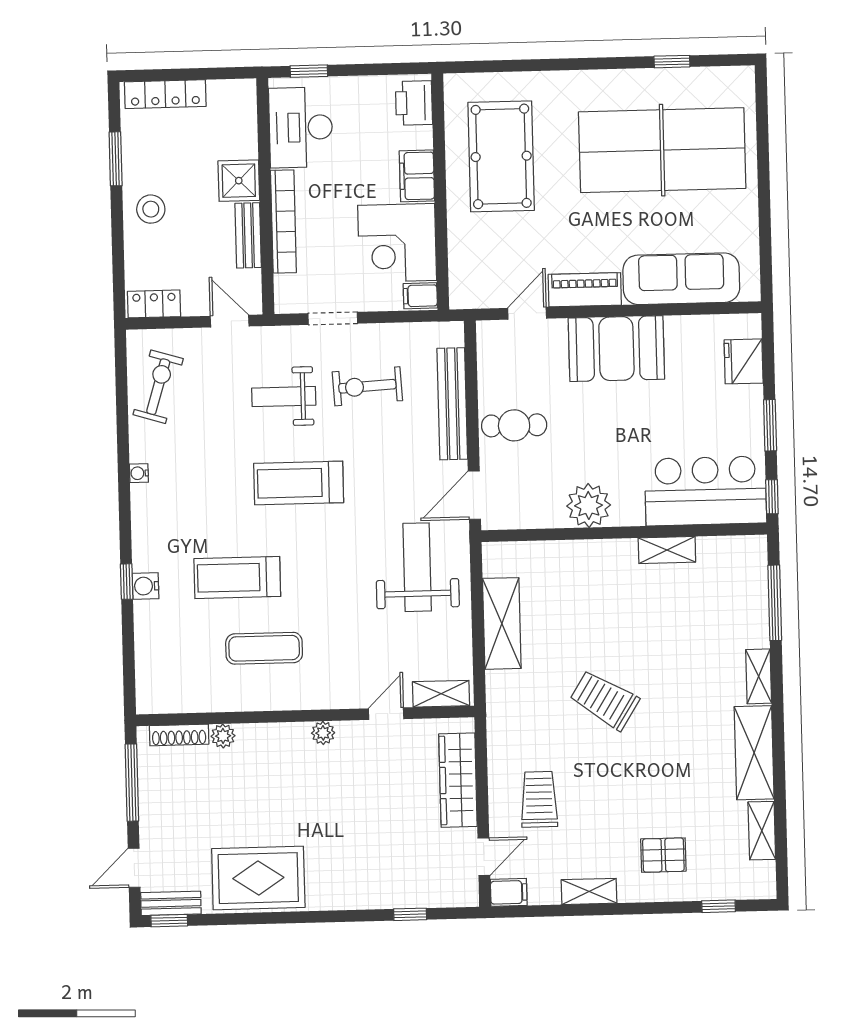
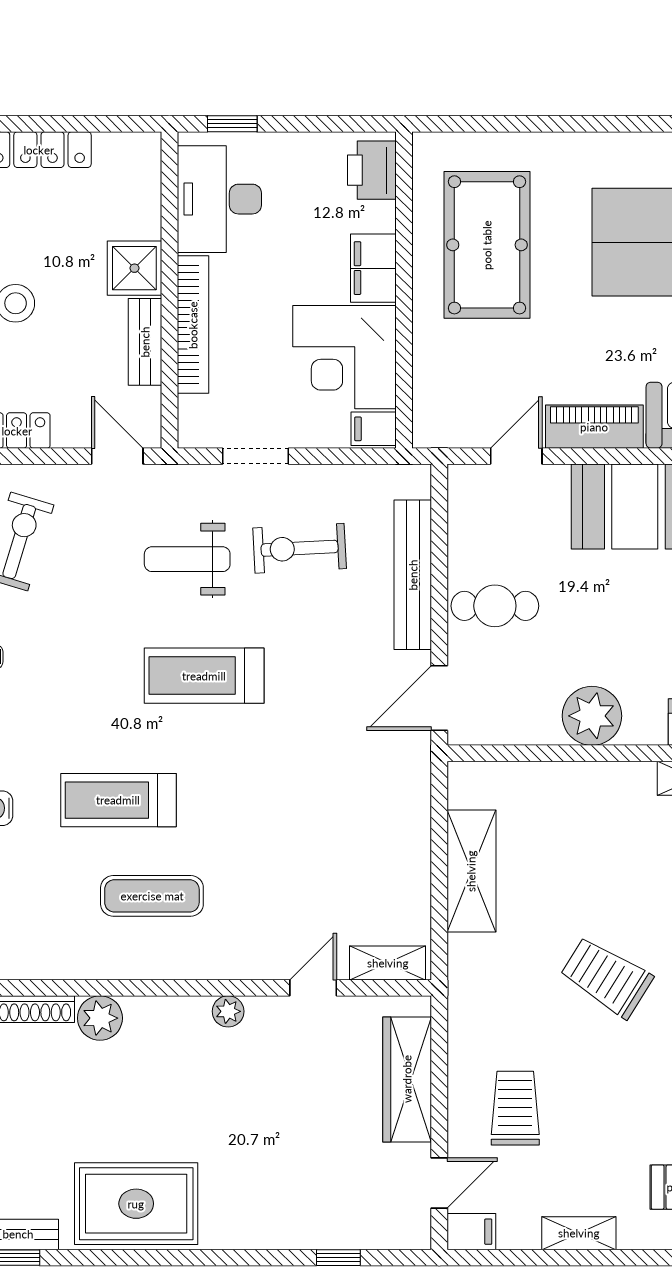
weight bench: (417, 567) -> (360, 793), removed
plant: (223, 736) -> (100, 1018), width x1.38, depth x1.38

